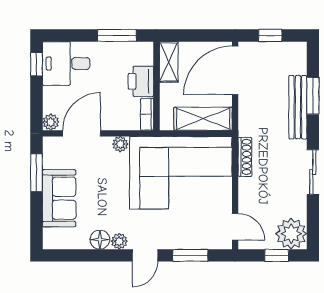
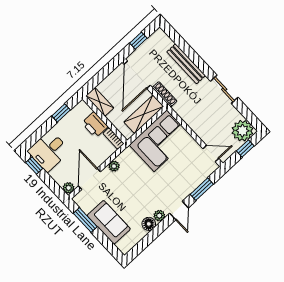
window: (117, 35) -> (61, 113), width x0.67
window: (313, 96) -> (188, 51), removed
shoe rack: (245, 157) -> (165, 94), moved
corner sofa: (181, 173) -> (160, 141), width x0.73, depth x0.74

